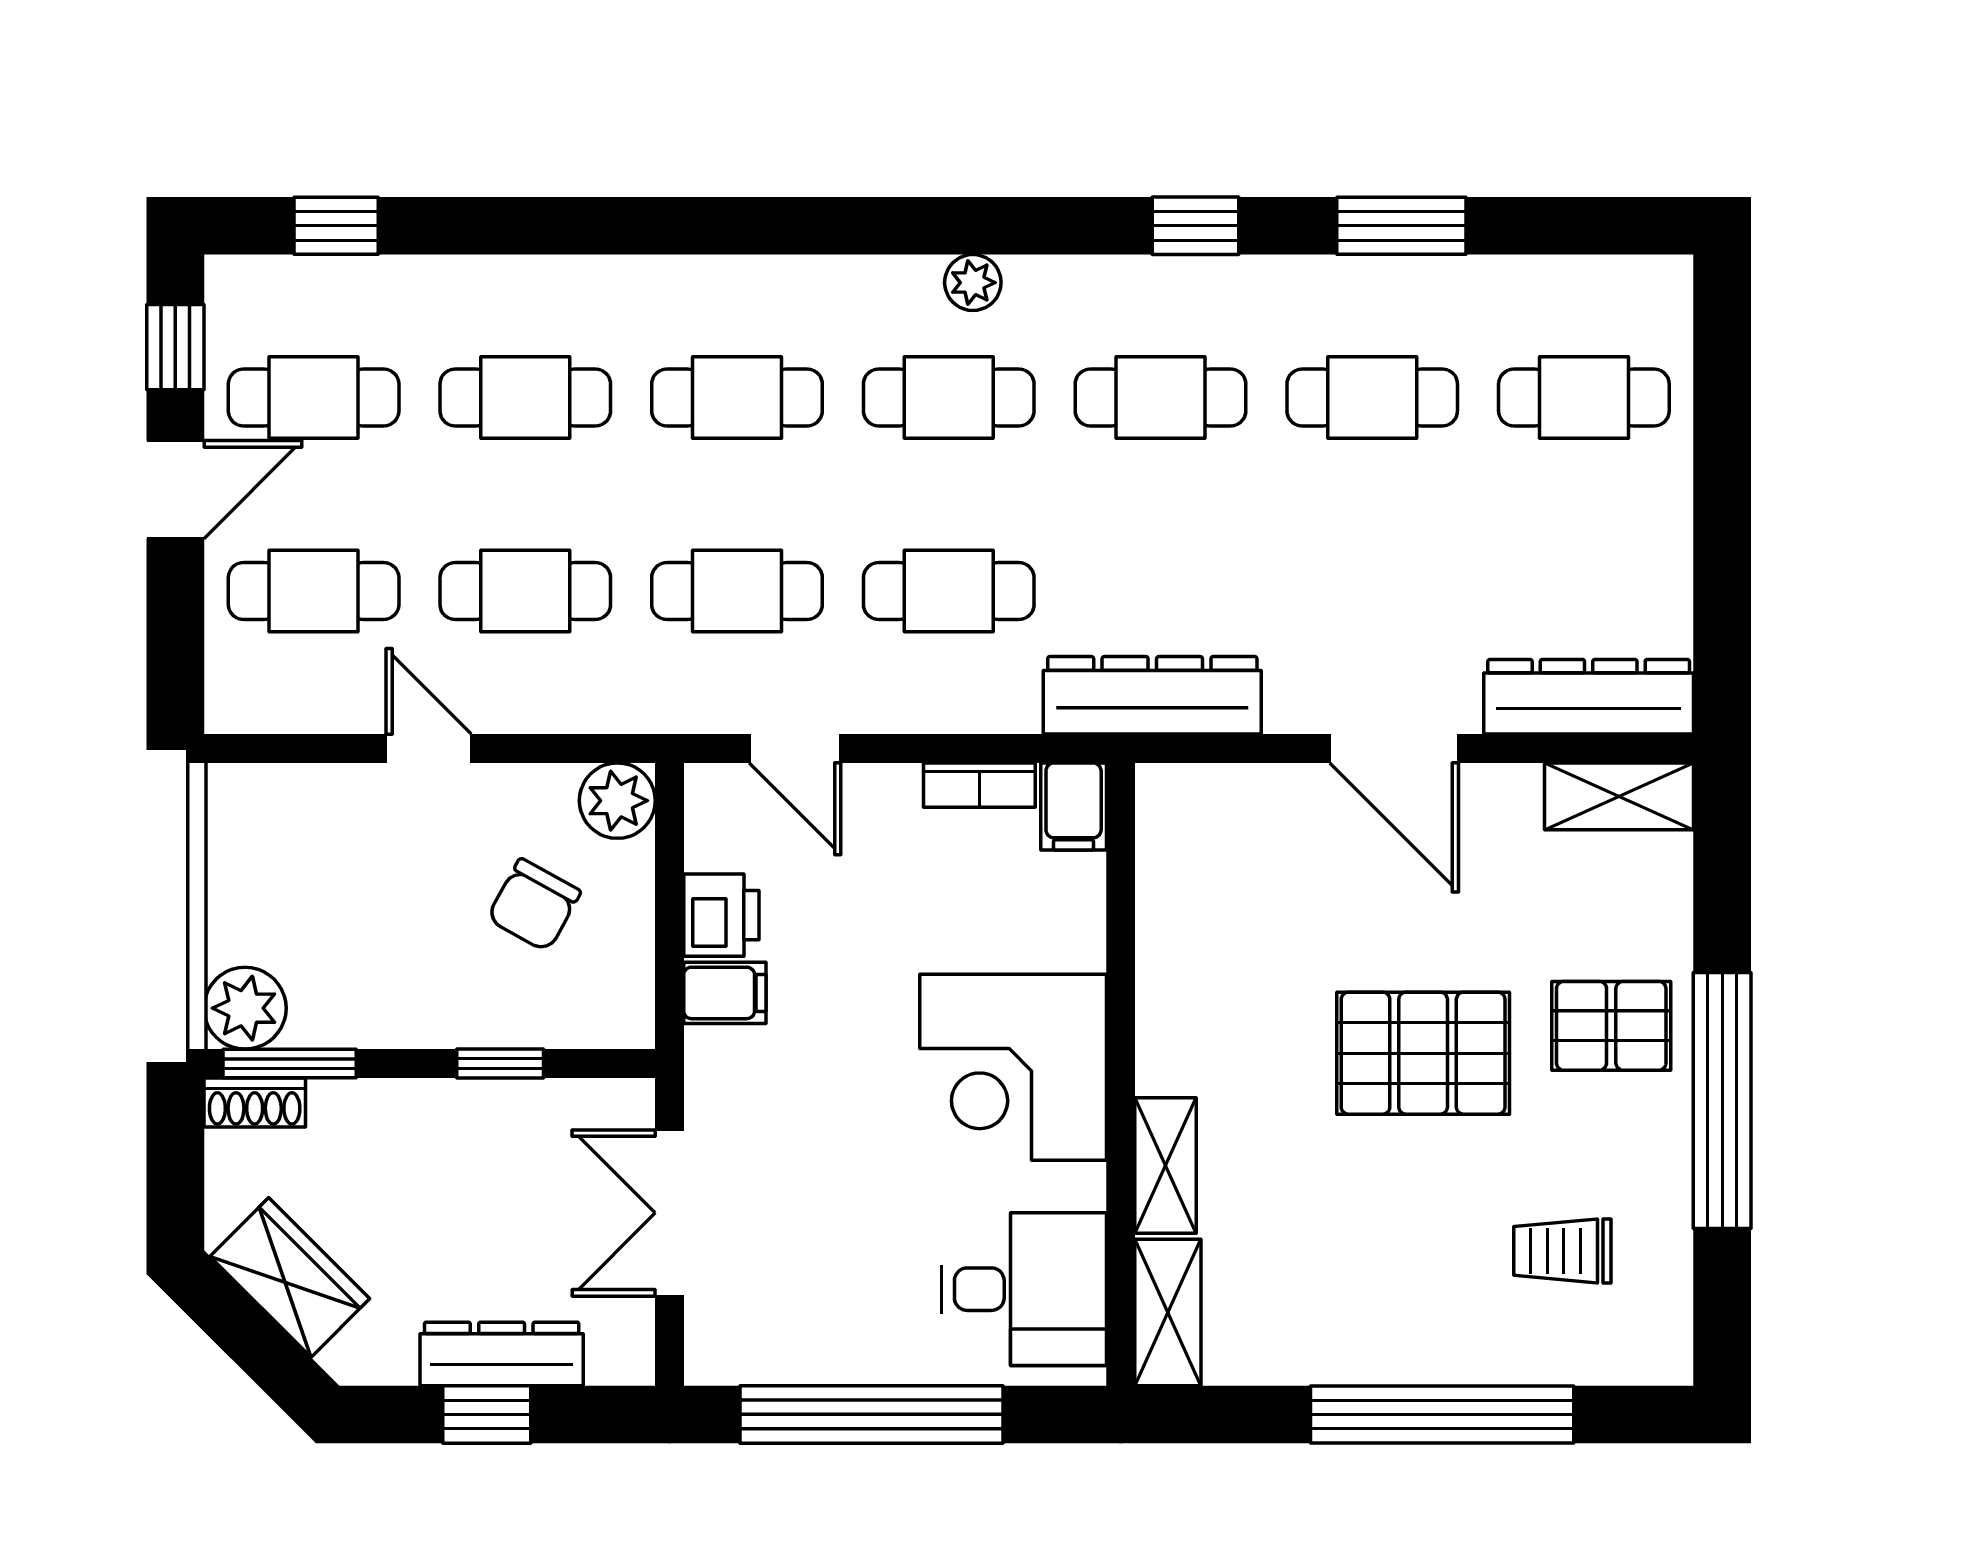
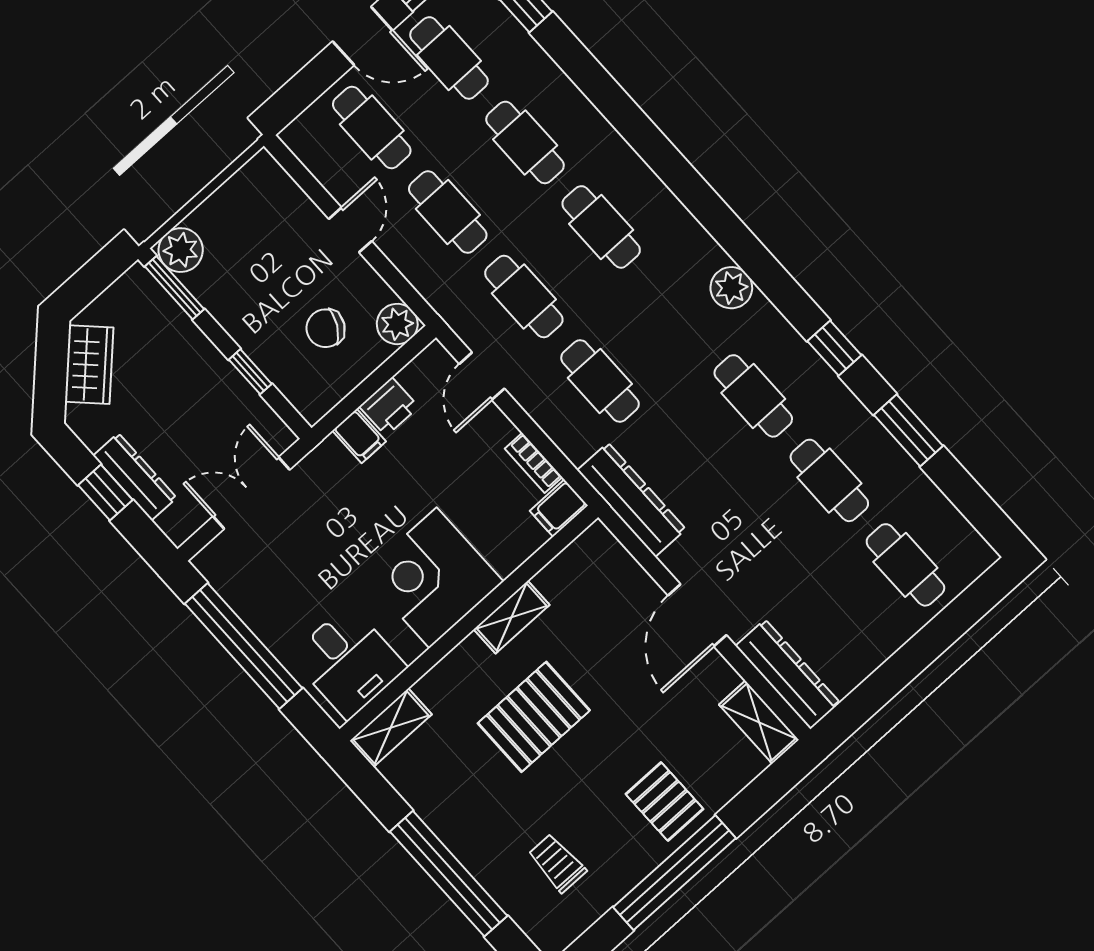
plant: (973, 283) -> (731, 288), width x1.38, depth x1.38
cafe table: (949, 397) -> (677, 311), removed
pallet: (1423, 1053) -> (534, 717), moved, turned 90
shoe rack: (255, 1102) -> (146, 288), removed
shelving: (1165, 1166) -> (512, 617), moved

